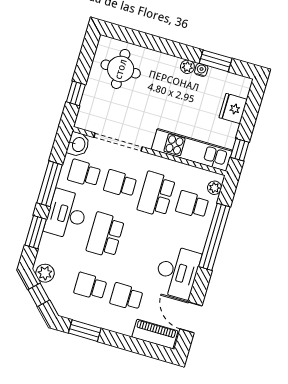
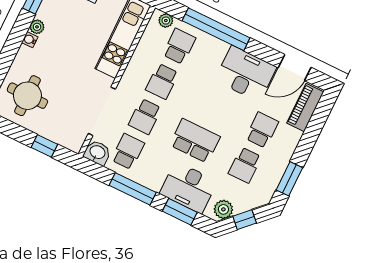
water cooler: (201, 70) -> (30, 40), moved
school desk: (84, 173) -> (128, 152), turned 180
school desk: (156, 194) -> (162, 81), width x0.54
school desk: (192, 205) -> (179, 46), turned 180
desk: (66, 214) -> (188, 187), moved
school desk: (105, 235) -> (195, 141), turned 180
school desk: (126, 297) -> (262, 130), turned 180

